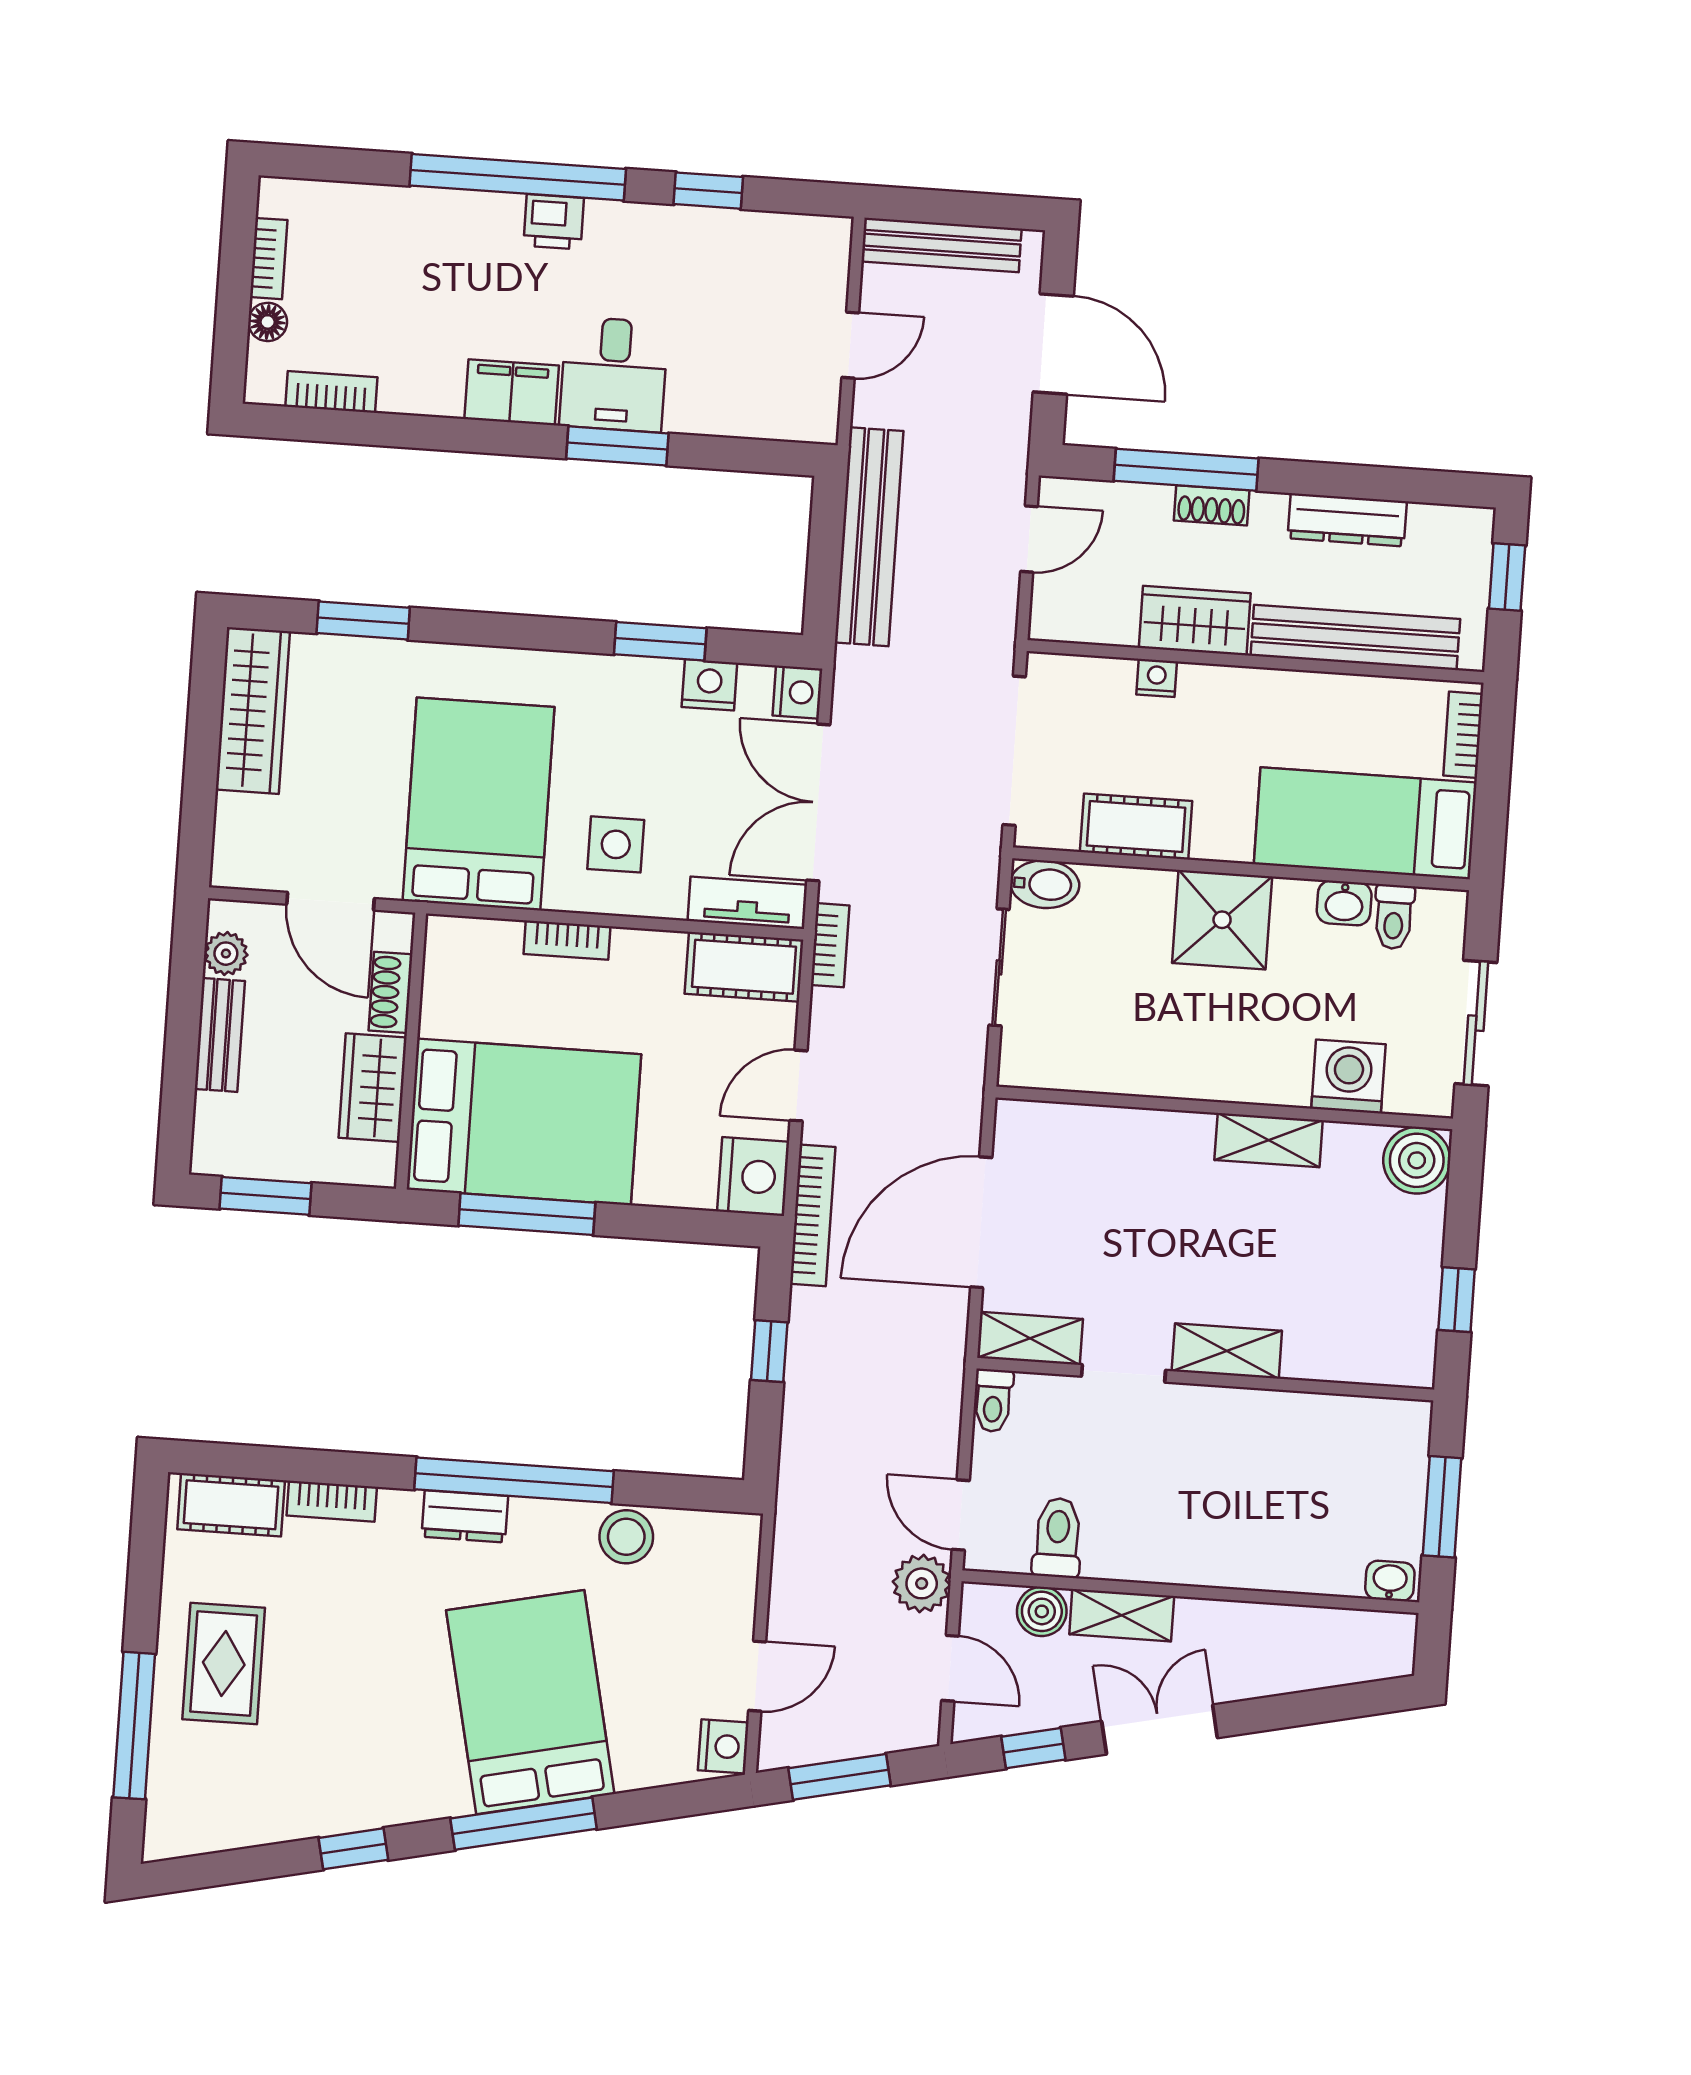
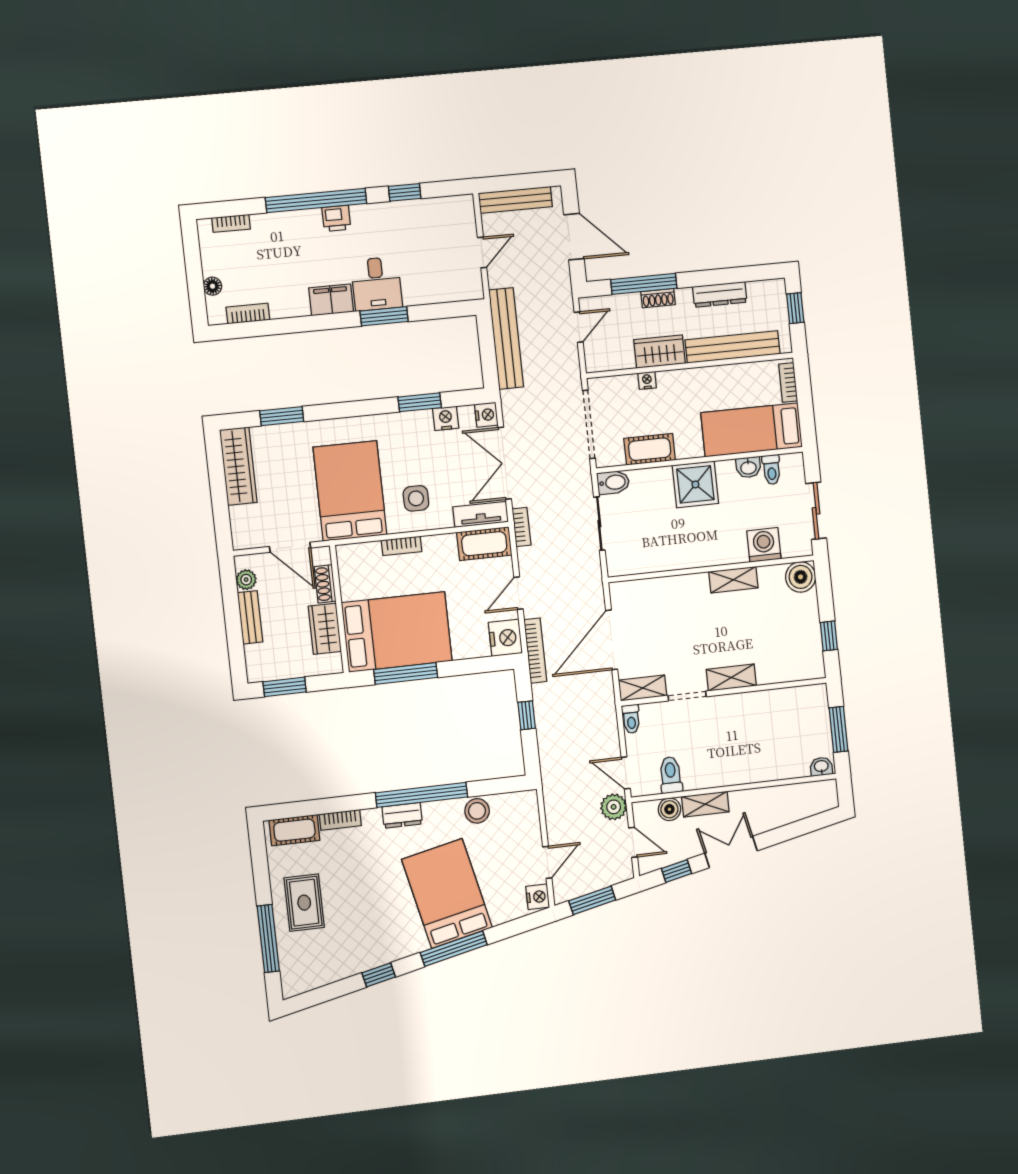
bookcase: (269, 259) -> (231, 223), moved, turned 90

